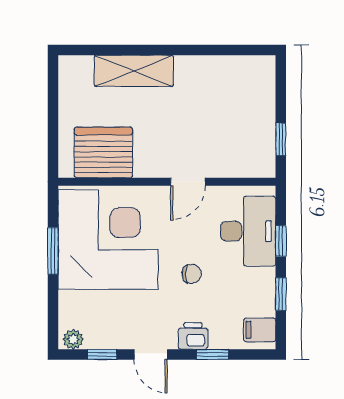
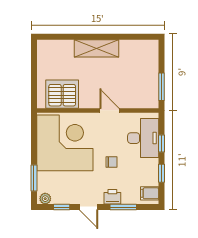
shelving: (134, 71) -> (96, 48), moved
window: (281, 139) -> (161, 87), width x1.50
door: (188, 182) -> (109, 110), swing flipped
window: (53, 251) -> (34, 178), moved
window: (213, 354) -> (123, 207), width x1.50

